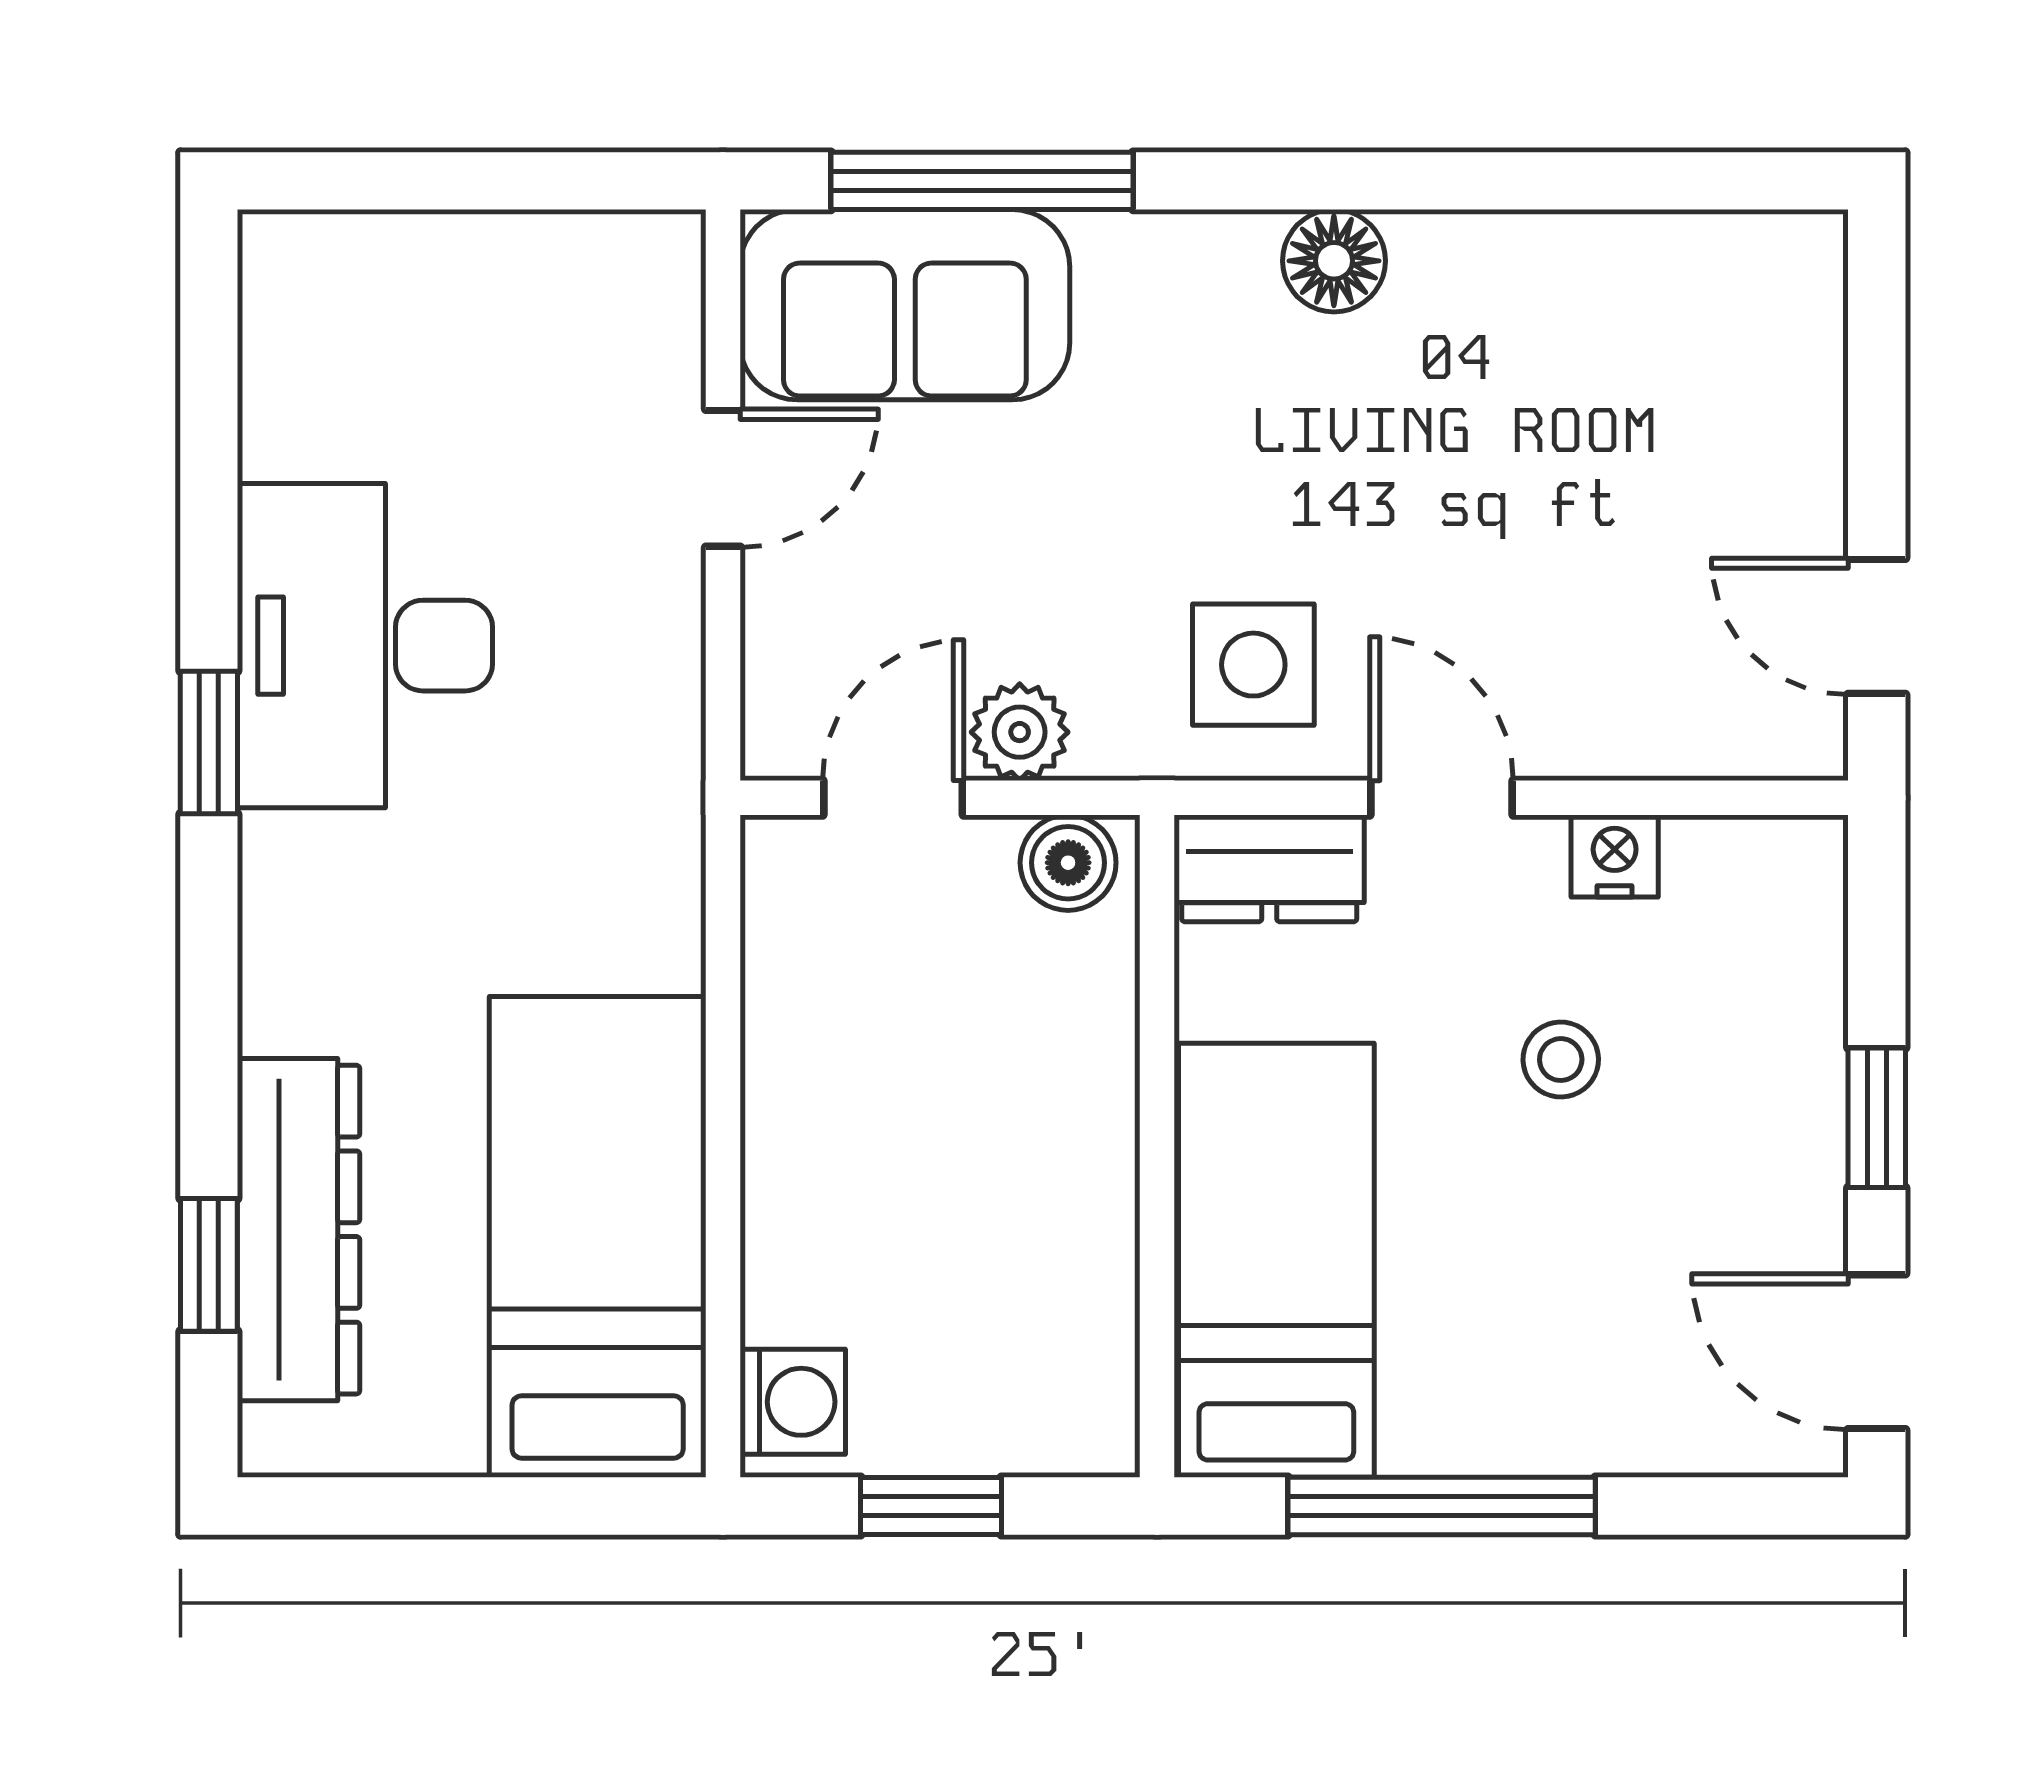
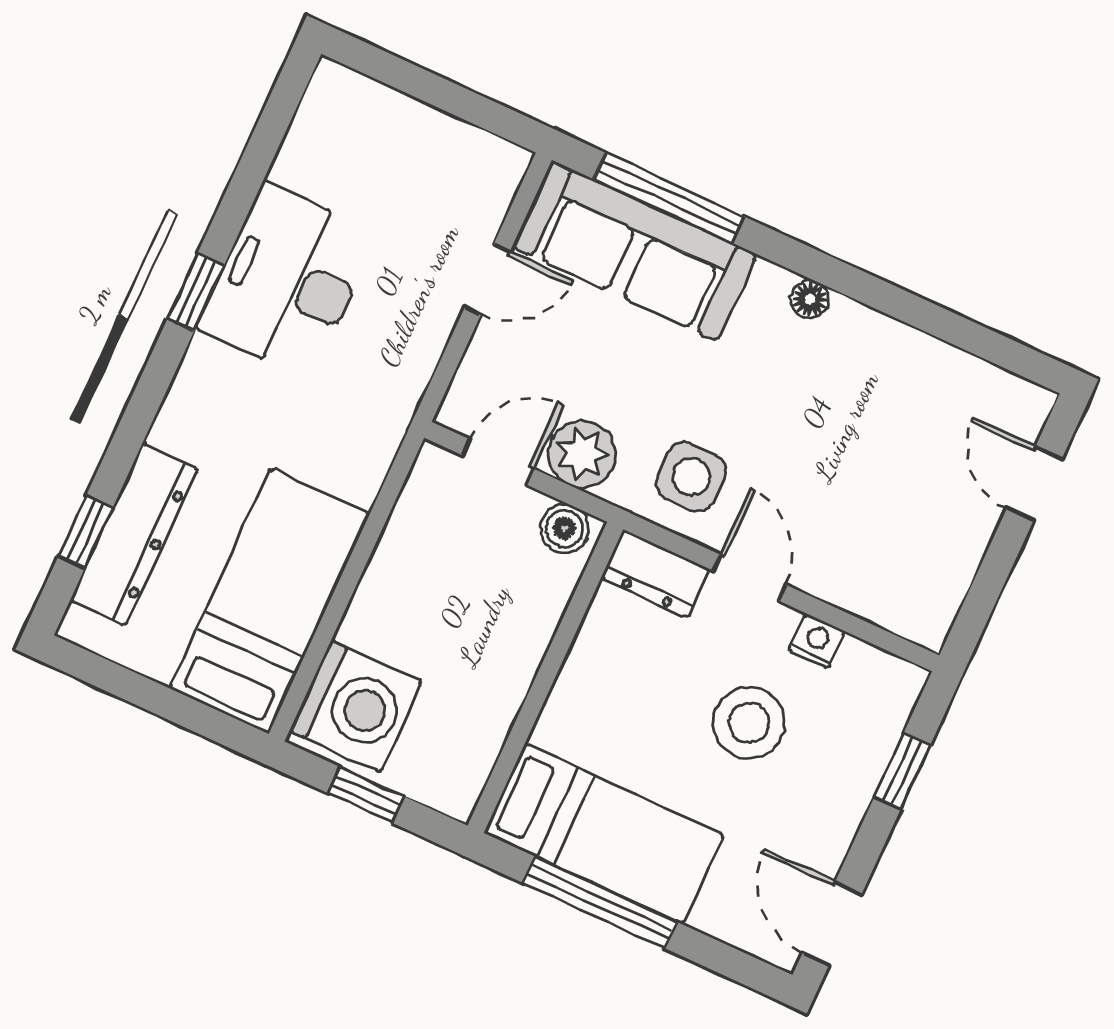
floor lamp: (1334, 261) -> (810, 299), width x0.73, depth x0.73
sofa: (905, 305) -> (635, 251), width x1.36
door: (1877, 626) -> (1034, 484), moved
plant: (1020, 732) -> (582, 454), width x1.38, depth x1.38
stool: (1561, 1060) -> (749, 723), width x1.89, depth x1.89
window: (1877, 1118) -> (902, 771), moved
bed: (1276, 1260) -> (604, 834), moved, turned 90
washing machine: (793, 1402) -> (356, 706), width x1.89, depth x1.89

